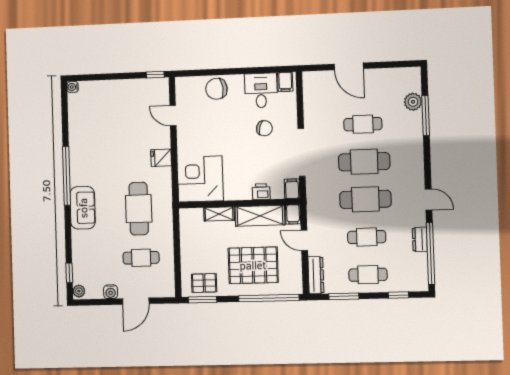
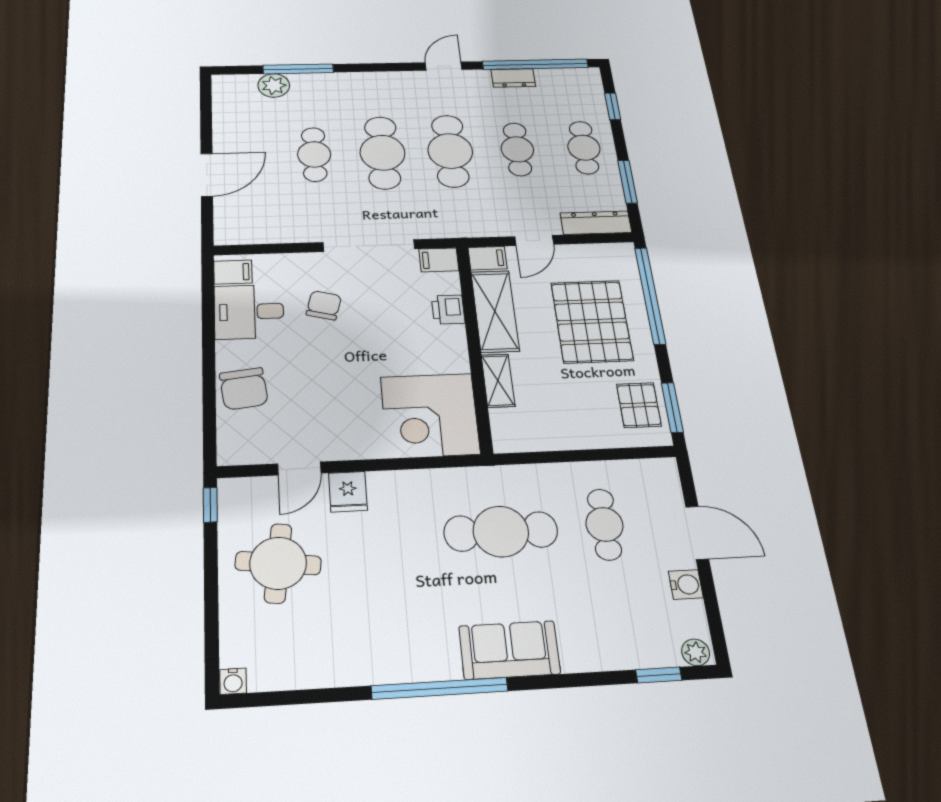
round table: (126, 106) -> (278, 563), added
fridge: (161, 158) -> (348, 492), moved

